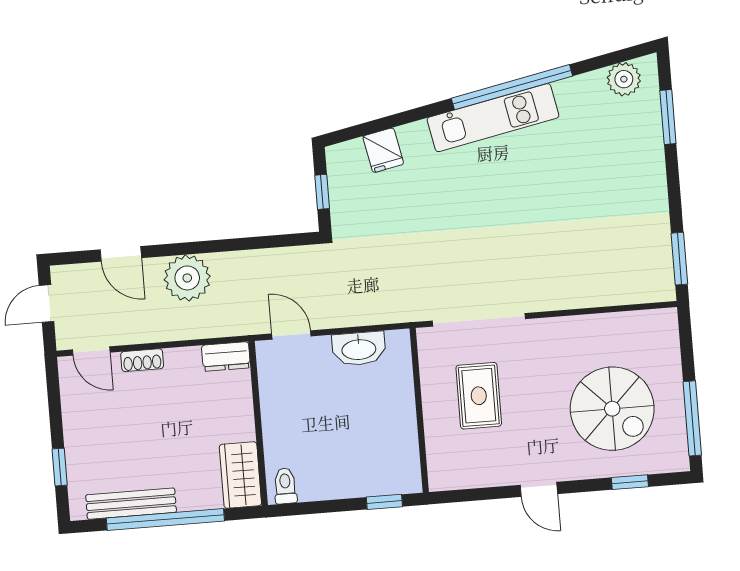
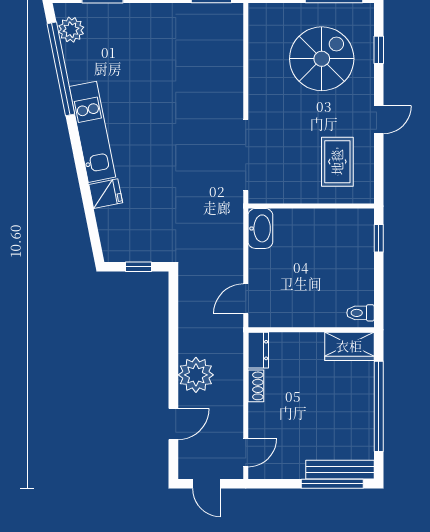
window: (512, 87) -> (61, 69), moved
fridge: (383, 150) -> (106, 194), moved
washbasin: (359, 349) -> (260, 228), moved
shoe rack: (142, 360) -> (256, 386), moved
rug: (479, 396) -> (337, 162), moved, turned 90
window: (60, 467) -> (332, 484), width x2.17
bench: (131, 504) -> (340, 470), moved, turned 90

